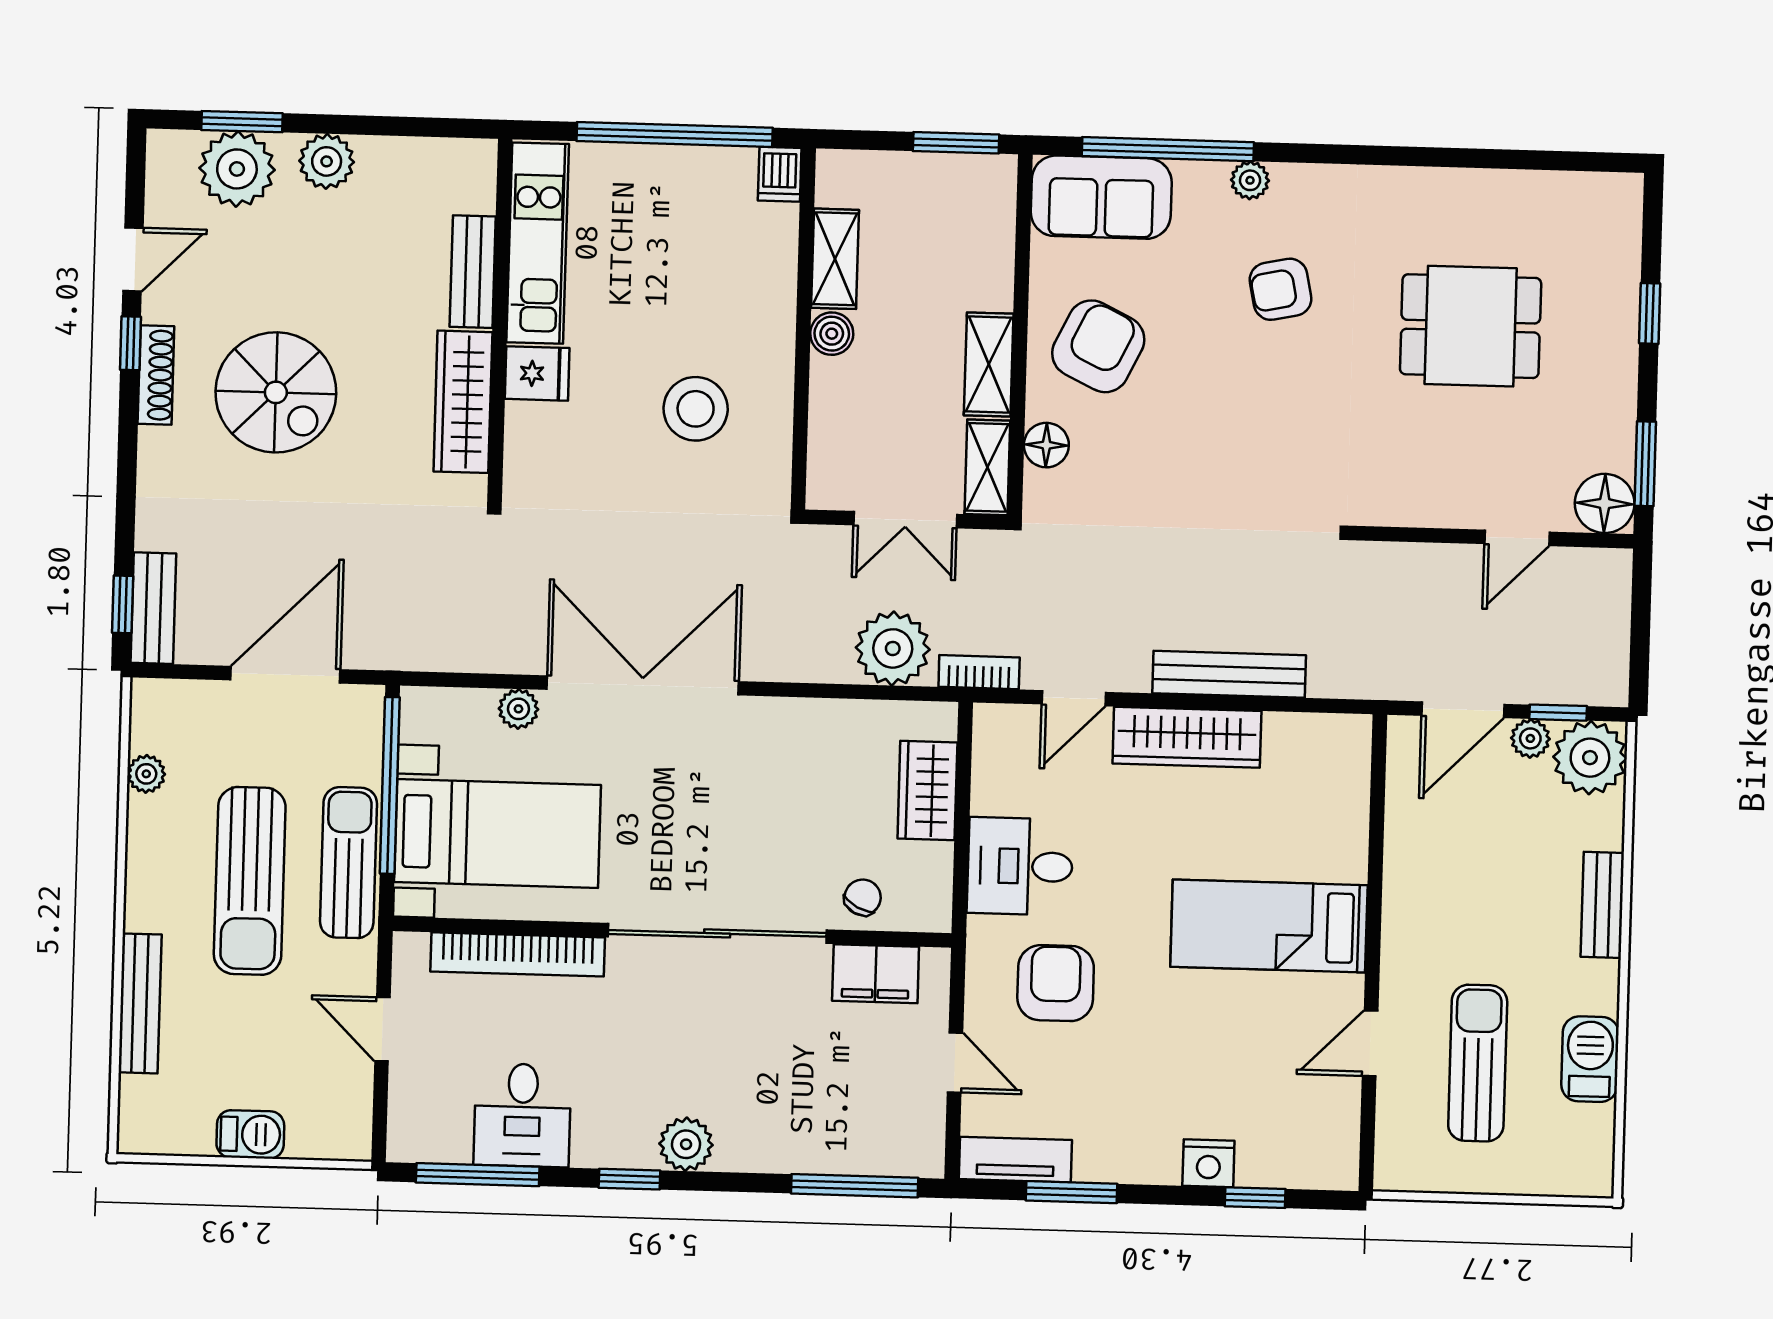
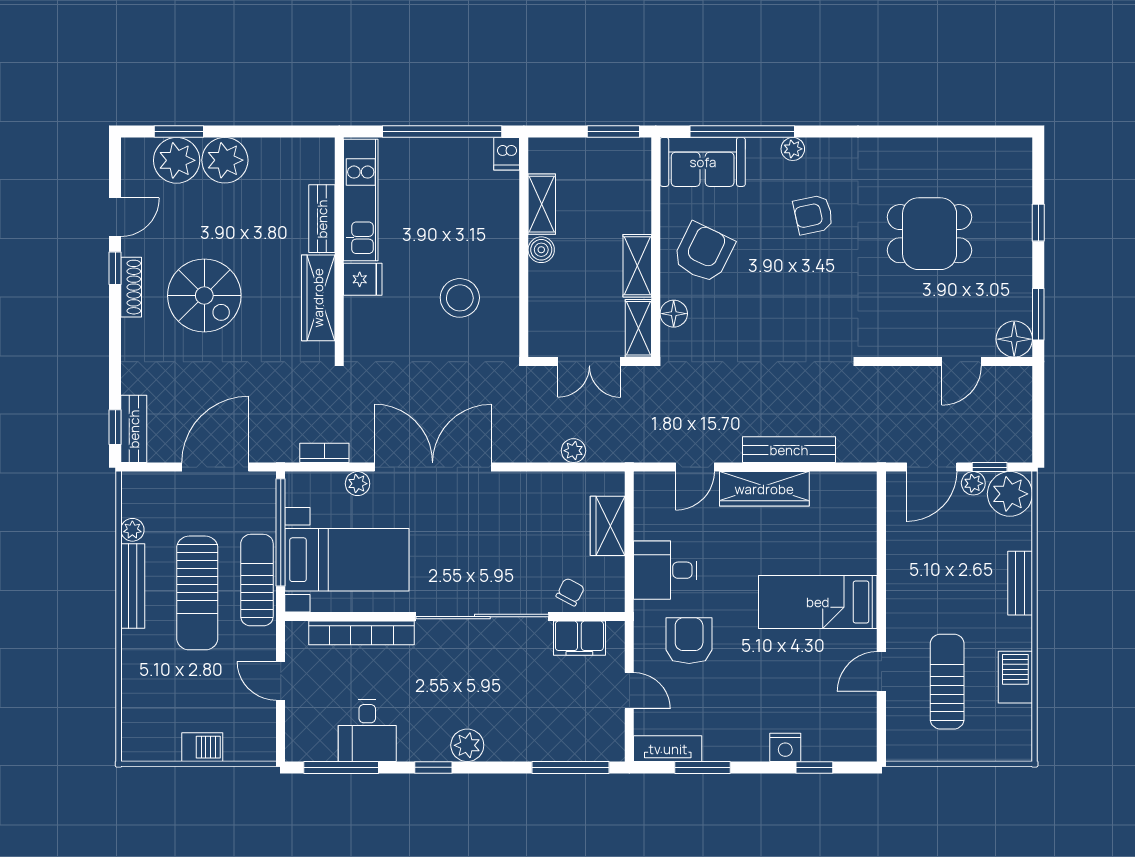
plant: (327, 161) -> (225, 160), width x1.36, depth x1.36
plant: (893, 648) -> (573, 451), width x0.53, depth x0.53
bookcase: (979, 672) -> (324, 453), moved
bench: (140, 1003) -> (133, 586), moved

